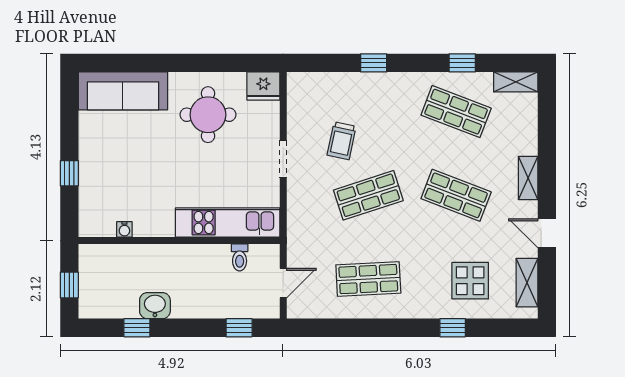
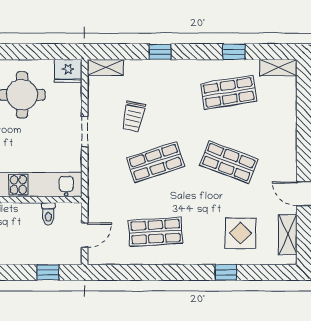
shop shelf: (456, 112) -> (229, 92), turned -30
shelving: (528, 178) -> (105, 67), moved, turned 90

